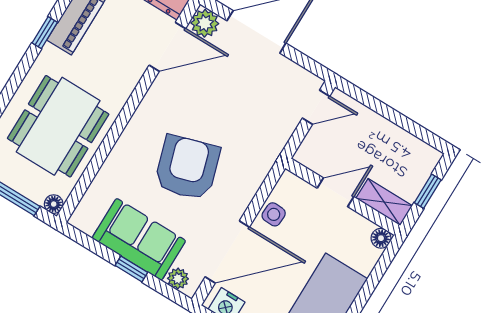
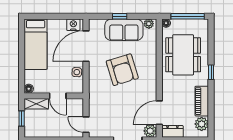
window: (45, 33) -> (211, 72), moved
door: (316, 107) -> (86, 125), hinge flipped
door: (335, 192) -> (58, 96), hinge flipped
plant: (178, 279) -> (149, 24), moved

